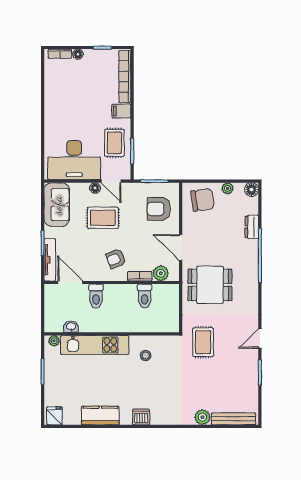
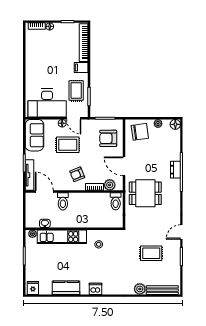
dresser: (252, 227) -> (176, 170), moved
toilet: (145, 296) -> (116, 201), moved
rug: (203, 342) -> (151, 253), moved, turned 90

